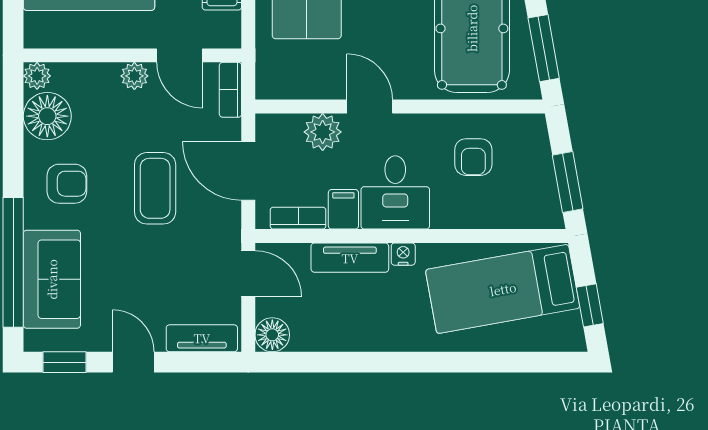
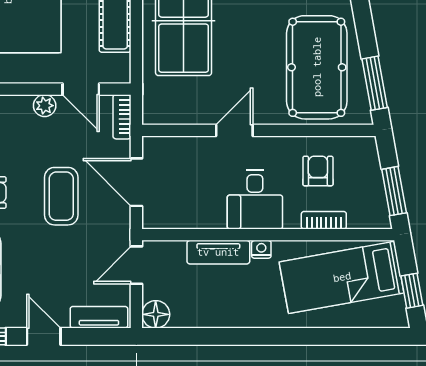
door: (370, 107) -> (234, 130), hinge flipped
plant: (323, 132) -> (196, 151), removed
armchair: (473, 157) -> (318, 171), turned 180
filing cabinet: (343, 209) -> (213, 213), removed
bookcase: (298, 218) -> (324, 220), moved
door: (248, 274) -> (136, 265), swing flipped

